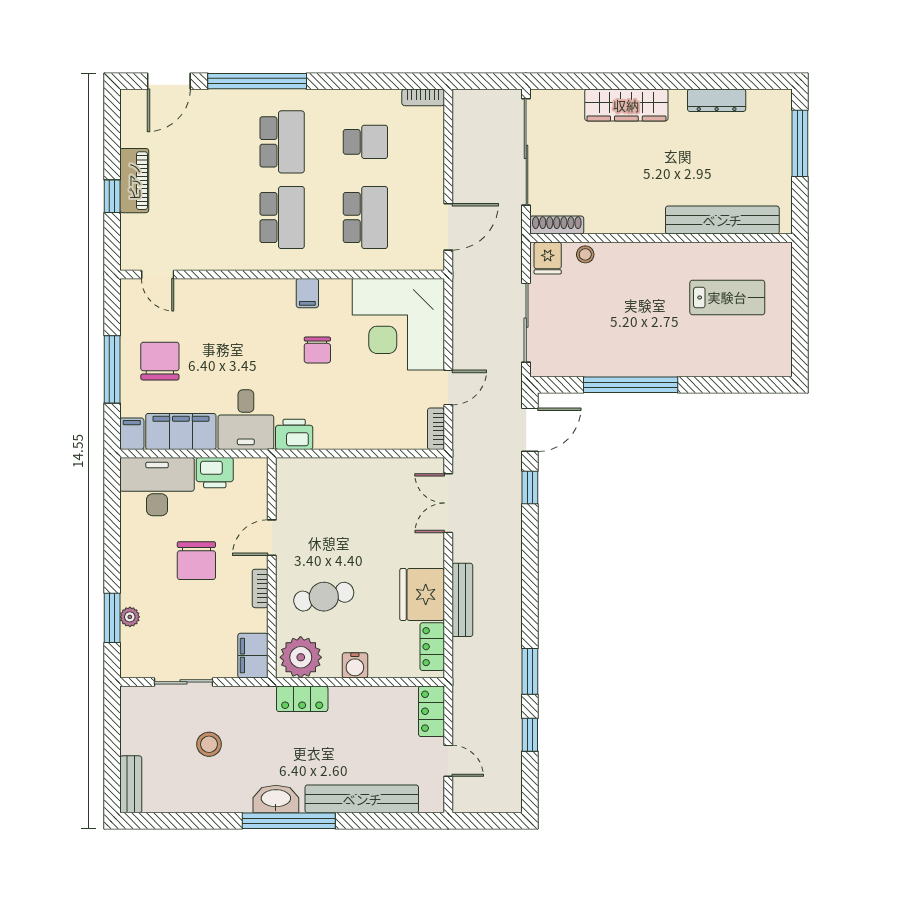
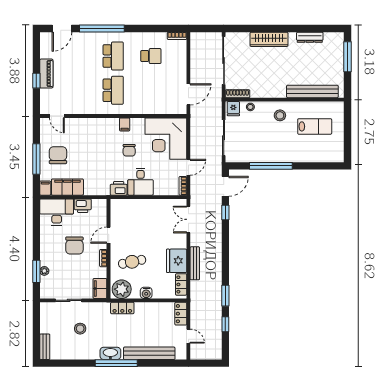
school desk: (365, 218) -> (151, 90), removed
stool: (651, 273) -> (280, 115), added
desk: (246, 420) -> (141, 182), moved

